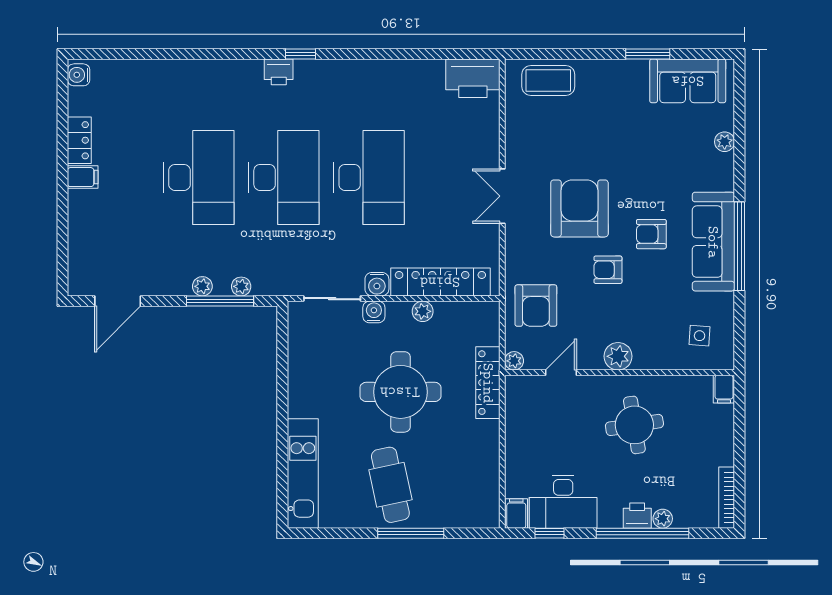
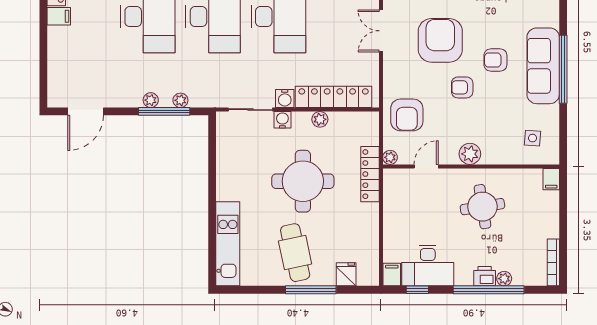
fridge: (457, 513) -> (346, 274), added

